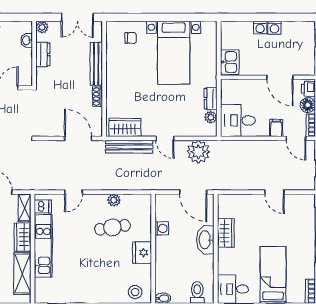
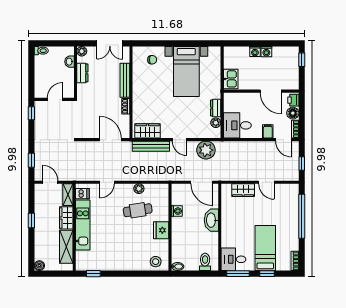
wardrobe: (226, 233) -> (243, 190), moved, turned 90

